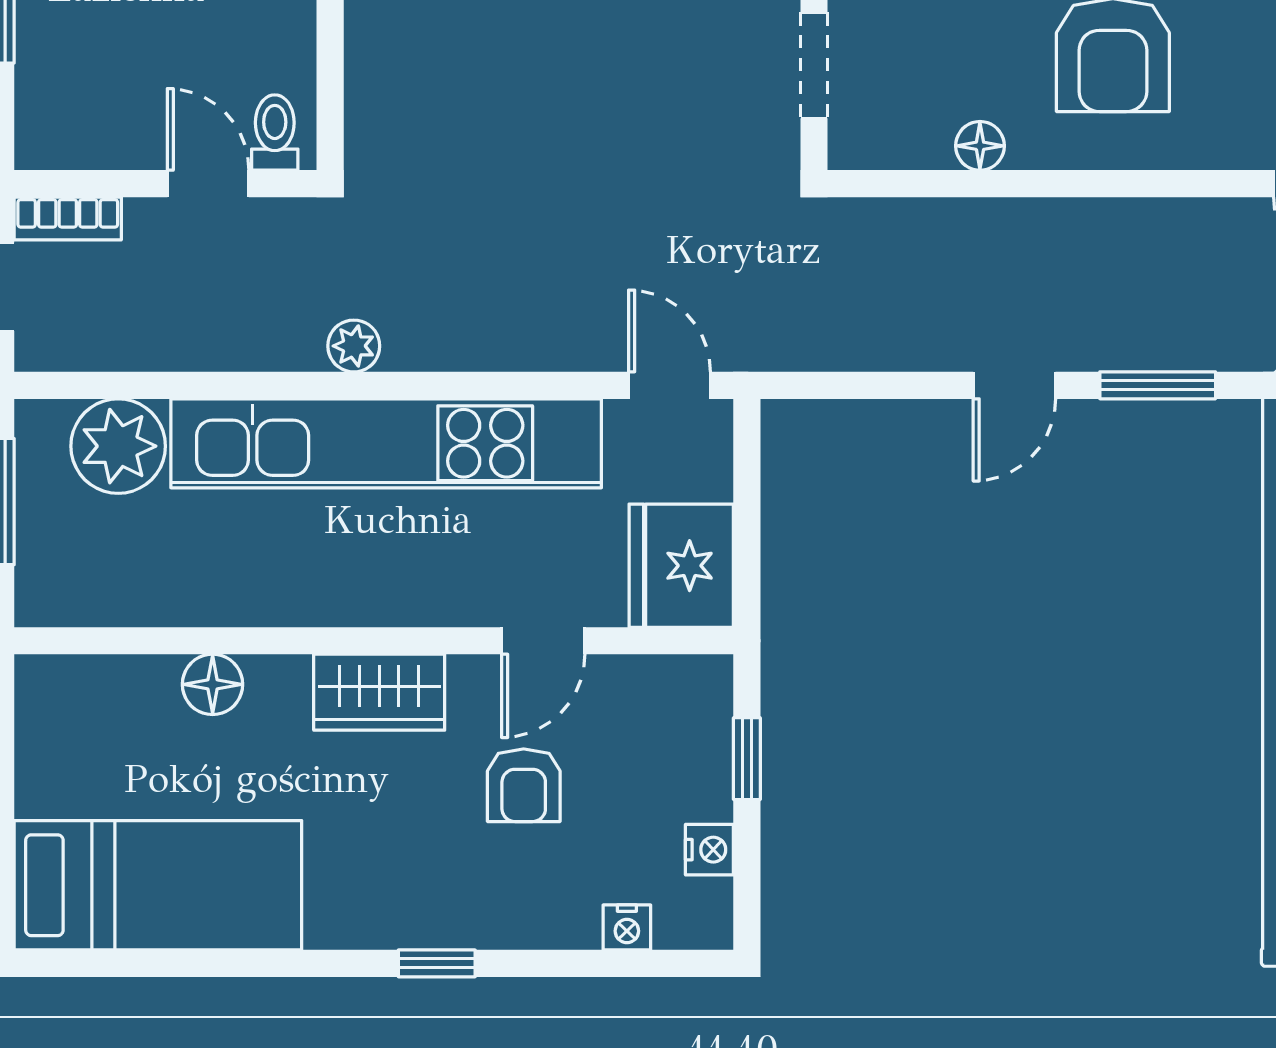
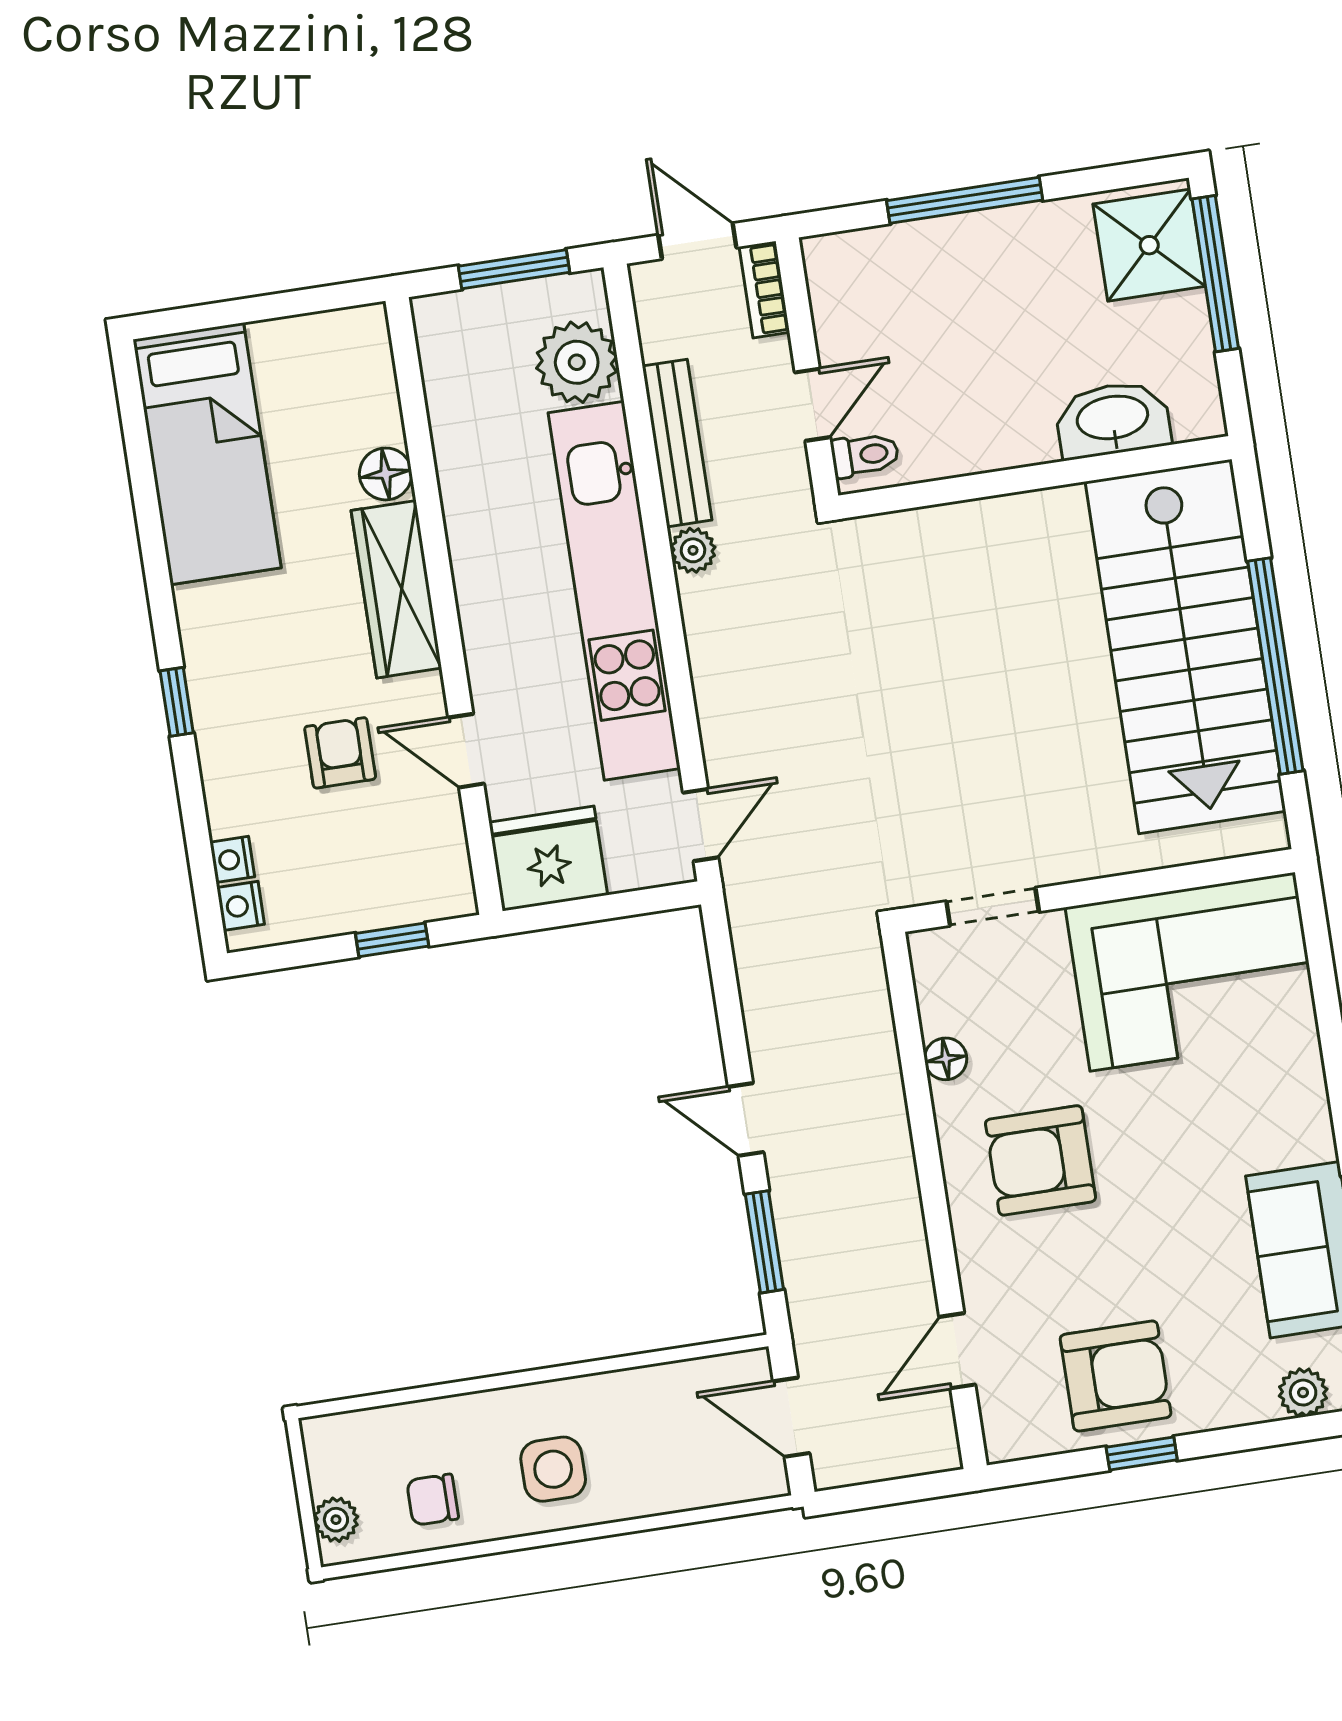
bench: (228, 345) -> (677, 443), added
wardrobe: (379, 692) -> (396, 589), width x1.50
armchair: (524, 785) -> (340, 753), turned 90
nightstand: (709, 850) -> (241, 906), moved, turned 90

